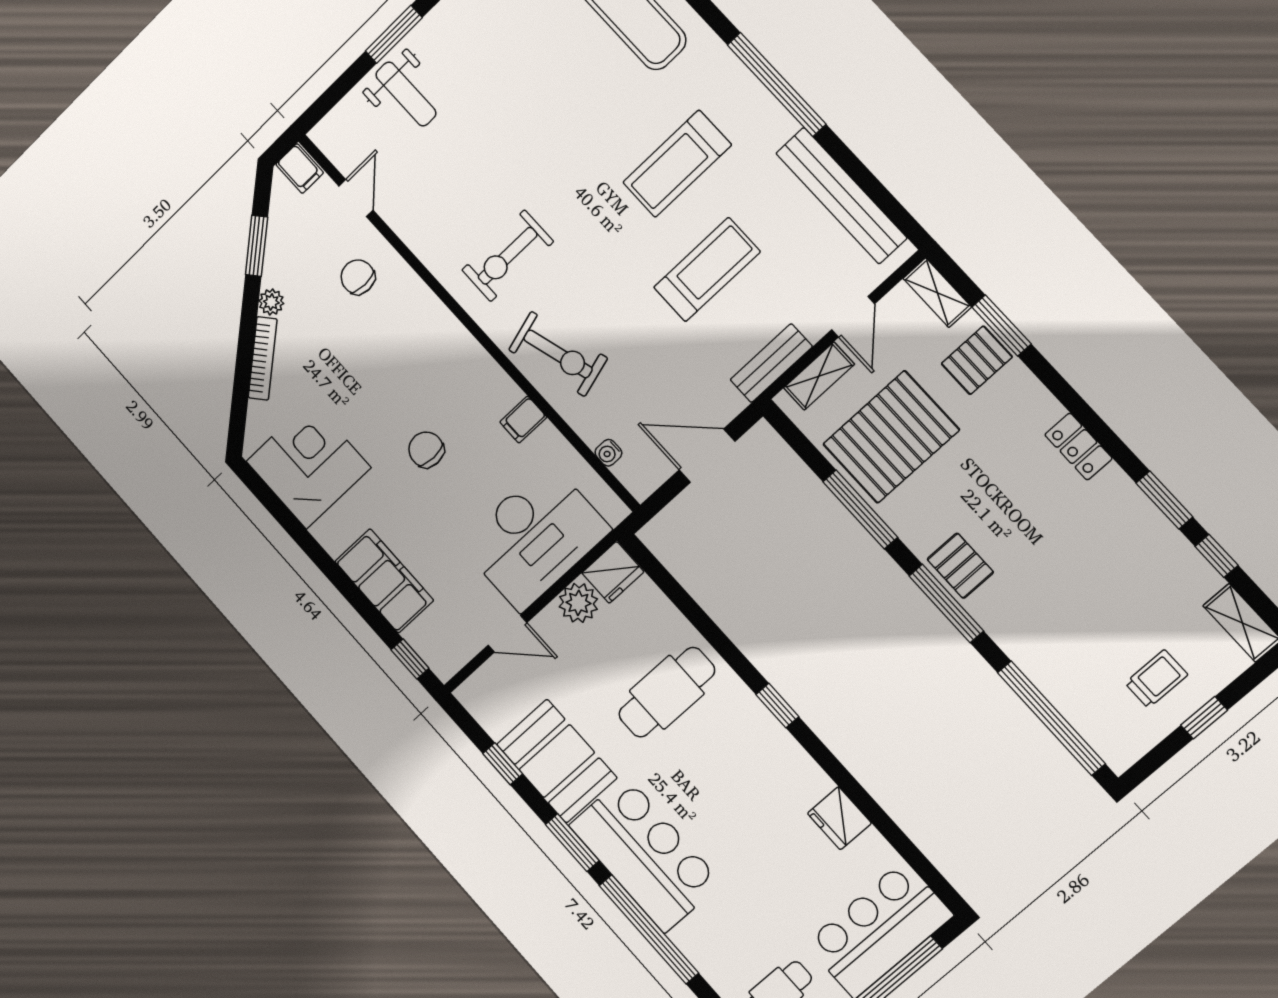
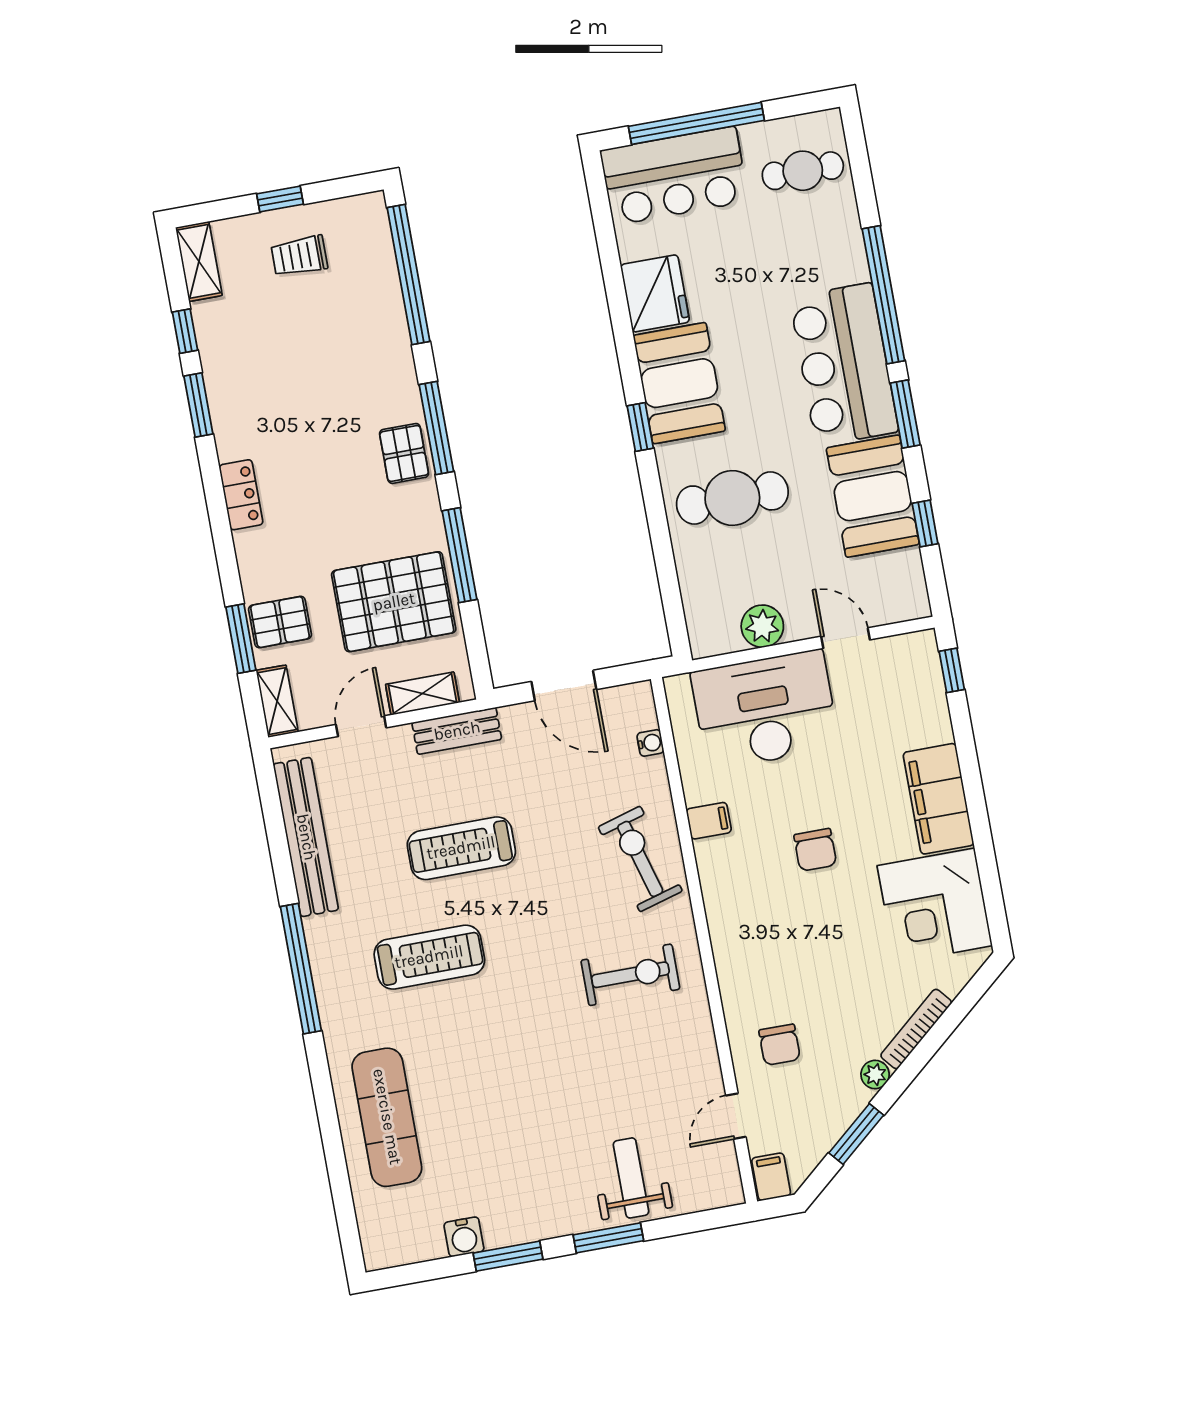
fridge: (613, 572) -> (714, 634), removed
filing cabinet: (384, 581) -> (938, 799), moved
booth: (768, 761) -> (679, 383), added
fridge: (839, 818) -> (655, 293), width x1.36, depth x1.34

